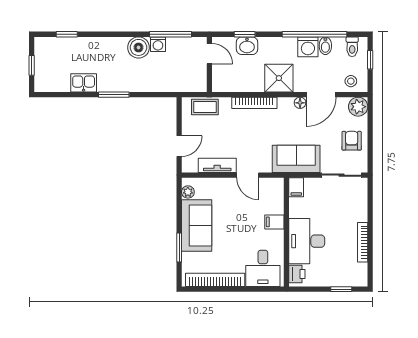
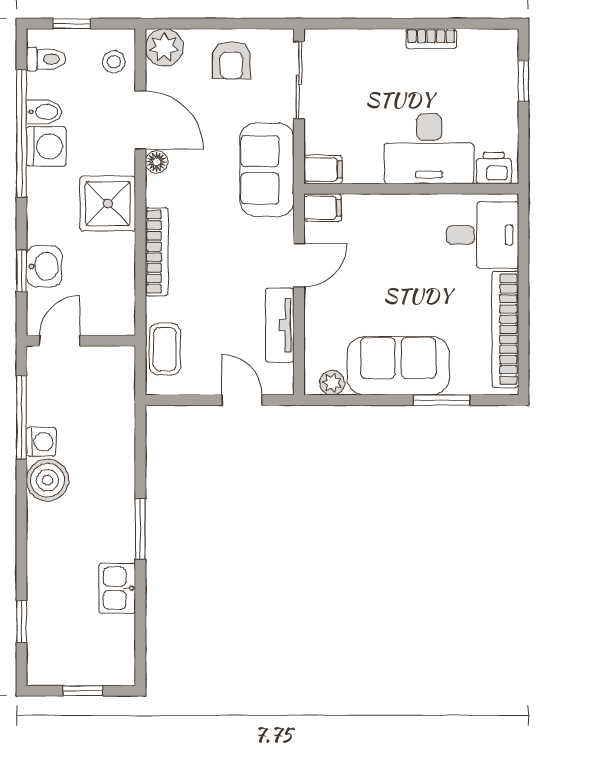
armchair: (352, 141) -> (231, 60), turned -90
filing cabinet: (274, 222) -> (323, 208), moved, turned -90
bookcase: (363, 242) -> (431, 39), width x0.64

